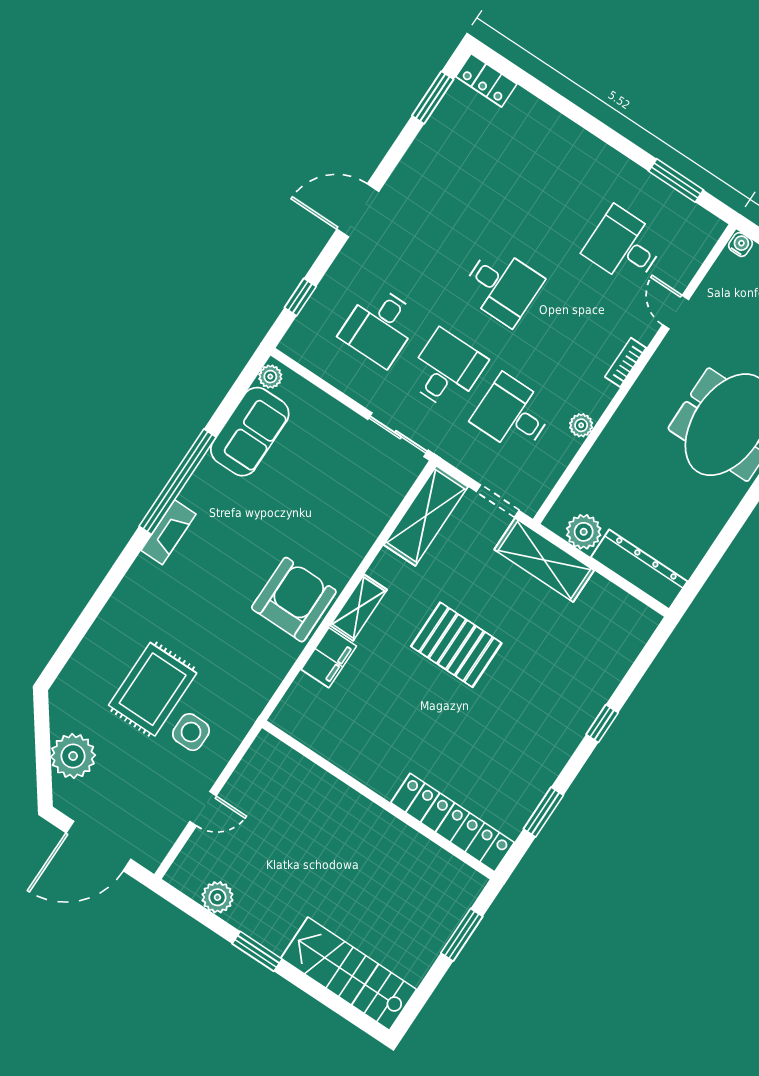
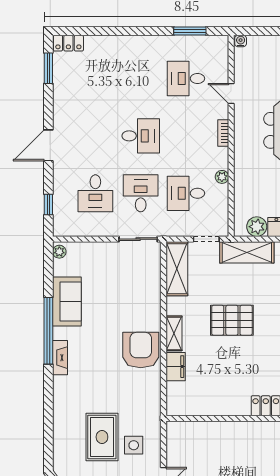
sofa: (250, 432) -> (67, 302), moved

